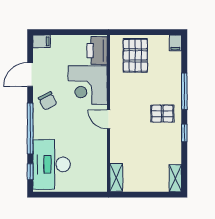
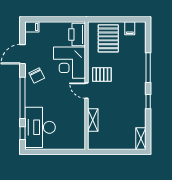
filing cabinet: (175, 43) -> (130, 28), moved
pallet: (162, 114) -> (102, 74), moved
shelving: (116, 177) -> (93, 120), moved

